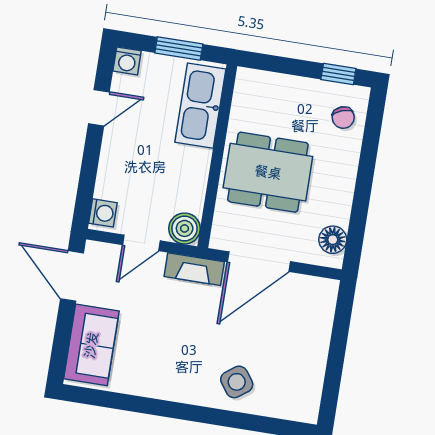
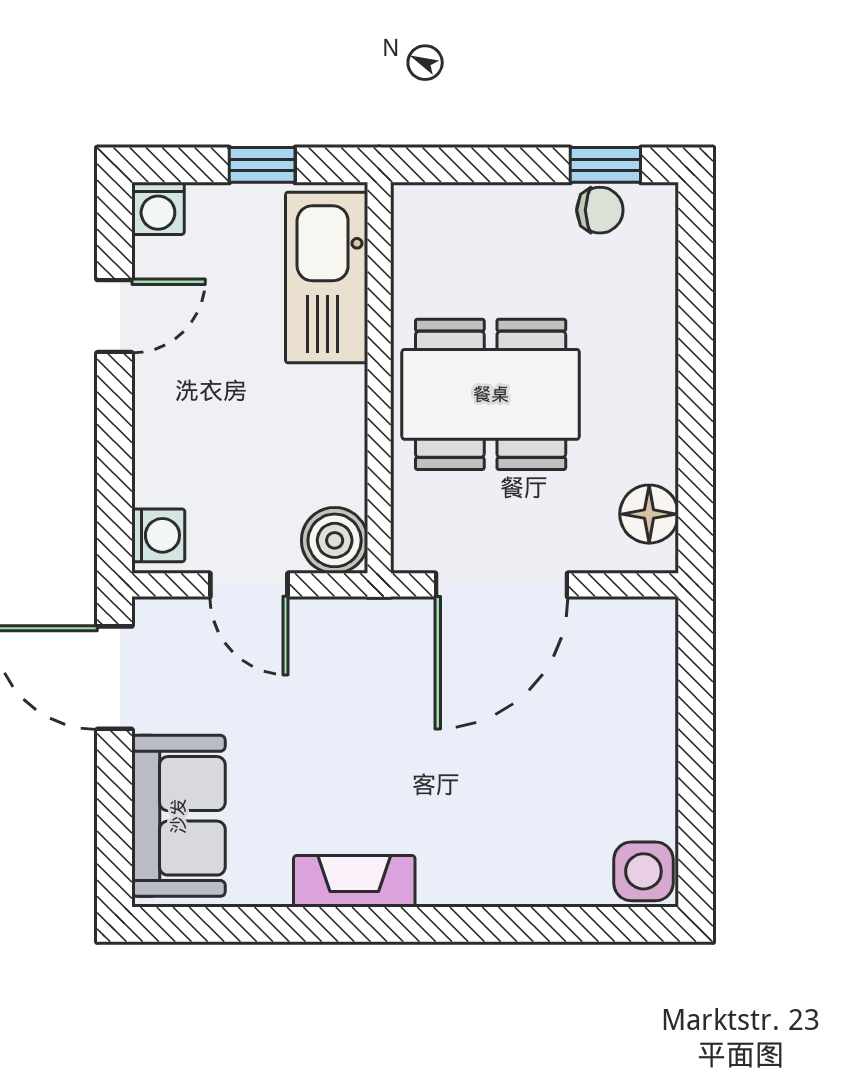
window: (179, 48) -> (262, 165), width x0.67
chair: (343, 118) -> (600, 210), moved, turned -70
door: (141, 243) -> (249, 585), hinge flipped
fireplace: (194, 269) -> (354, 881), moved, turned 180
side table: (237, 382) -> (643, 871), moved, turned 36

